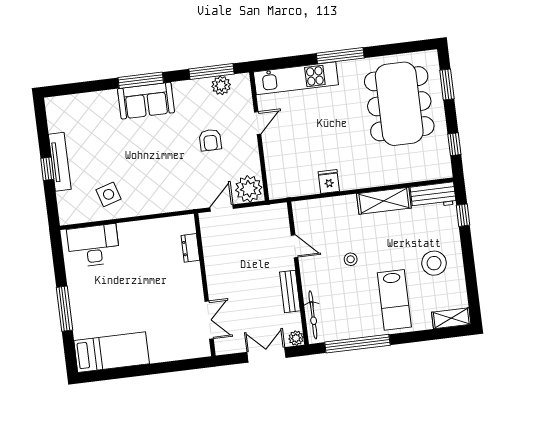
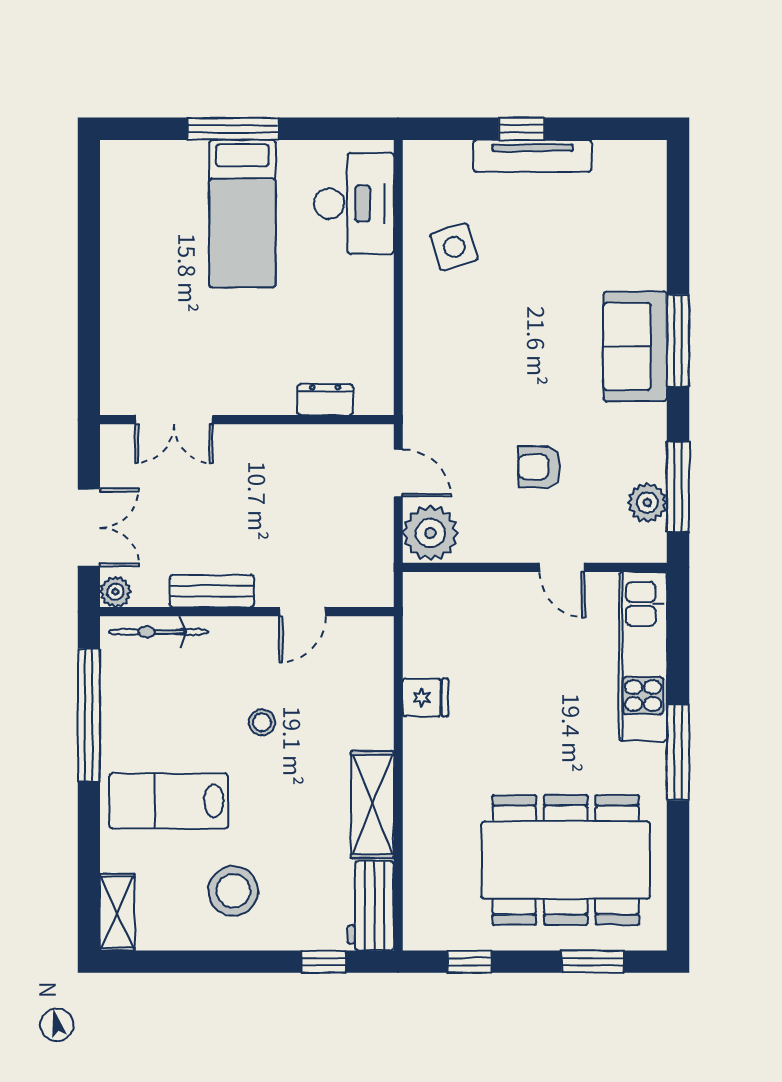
bed: (112, 352) -> (242, 214), moved

